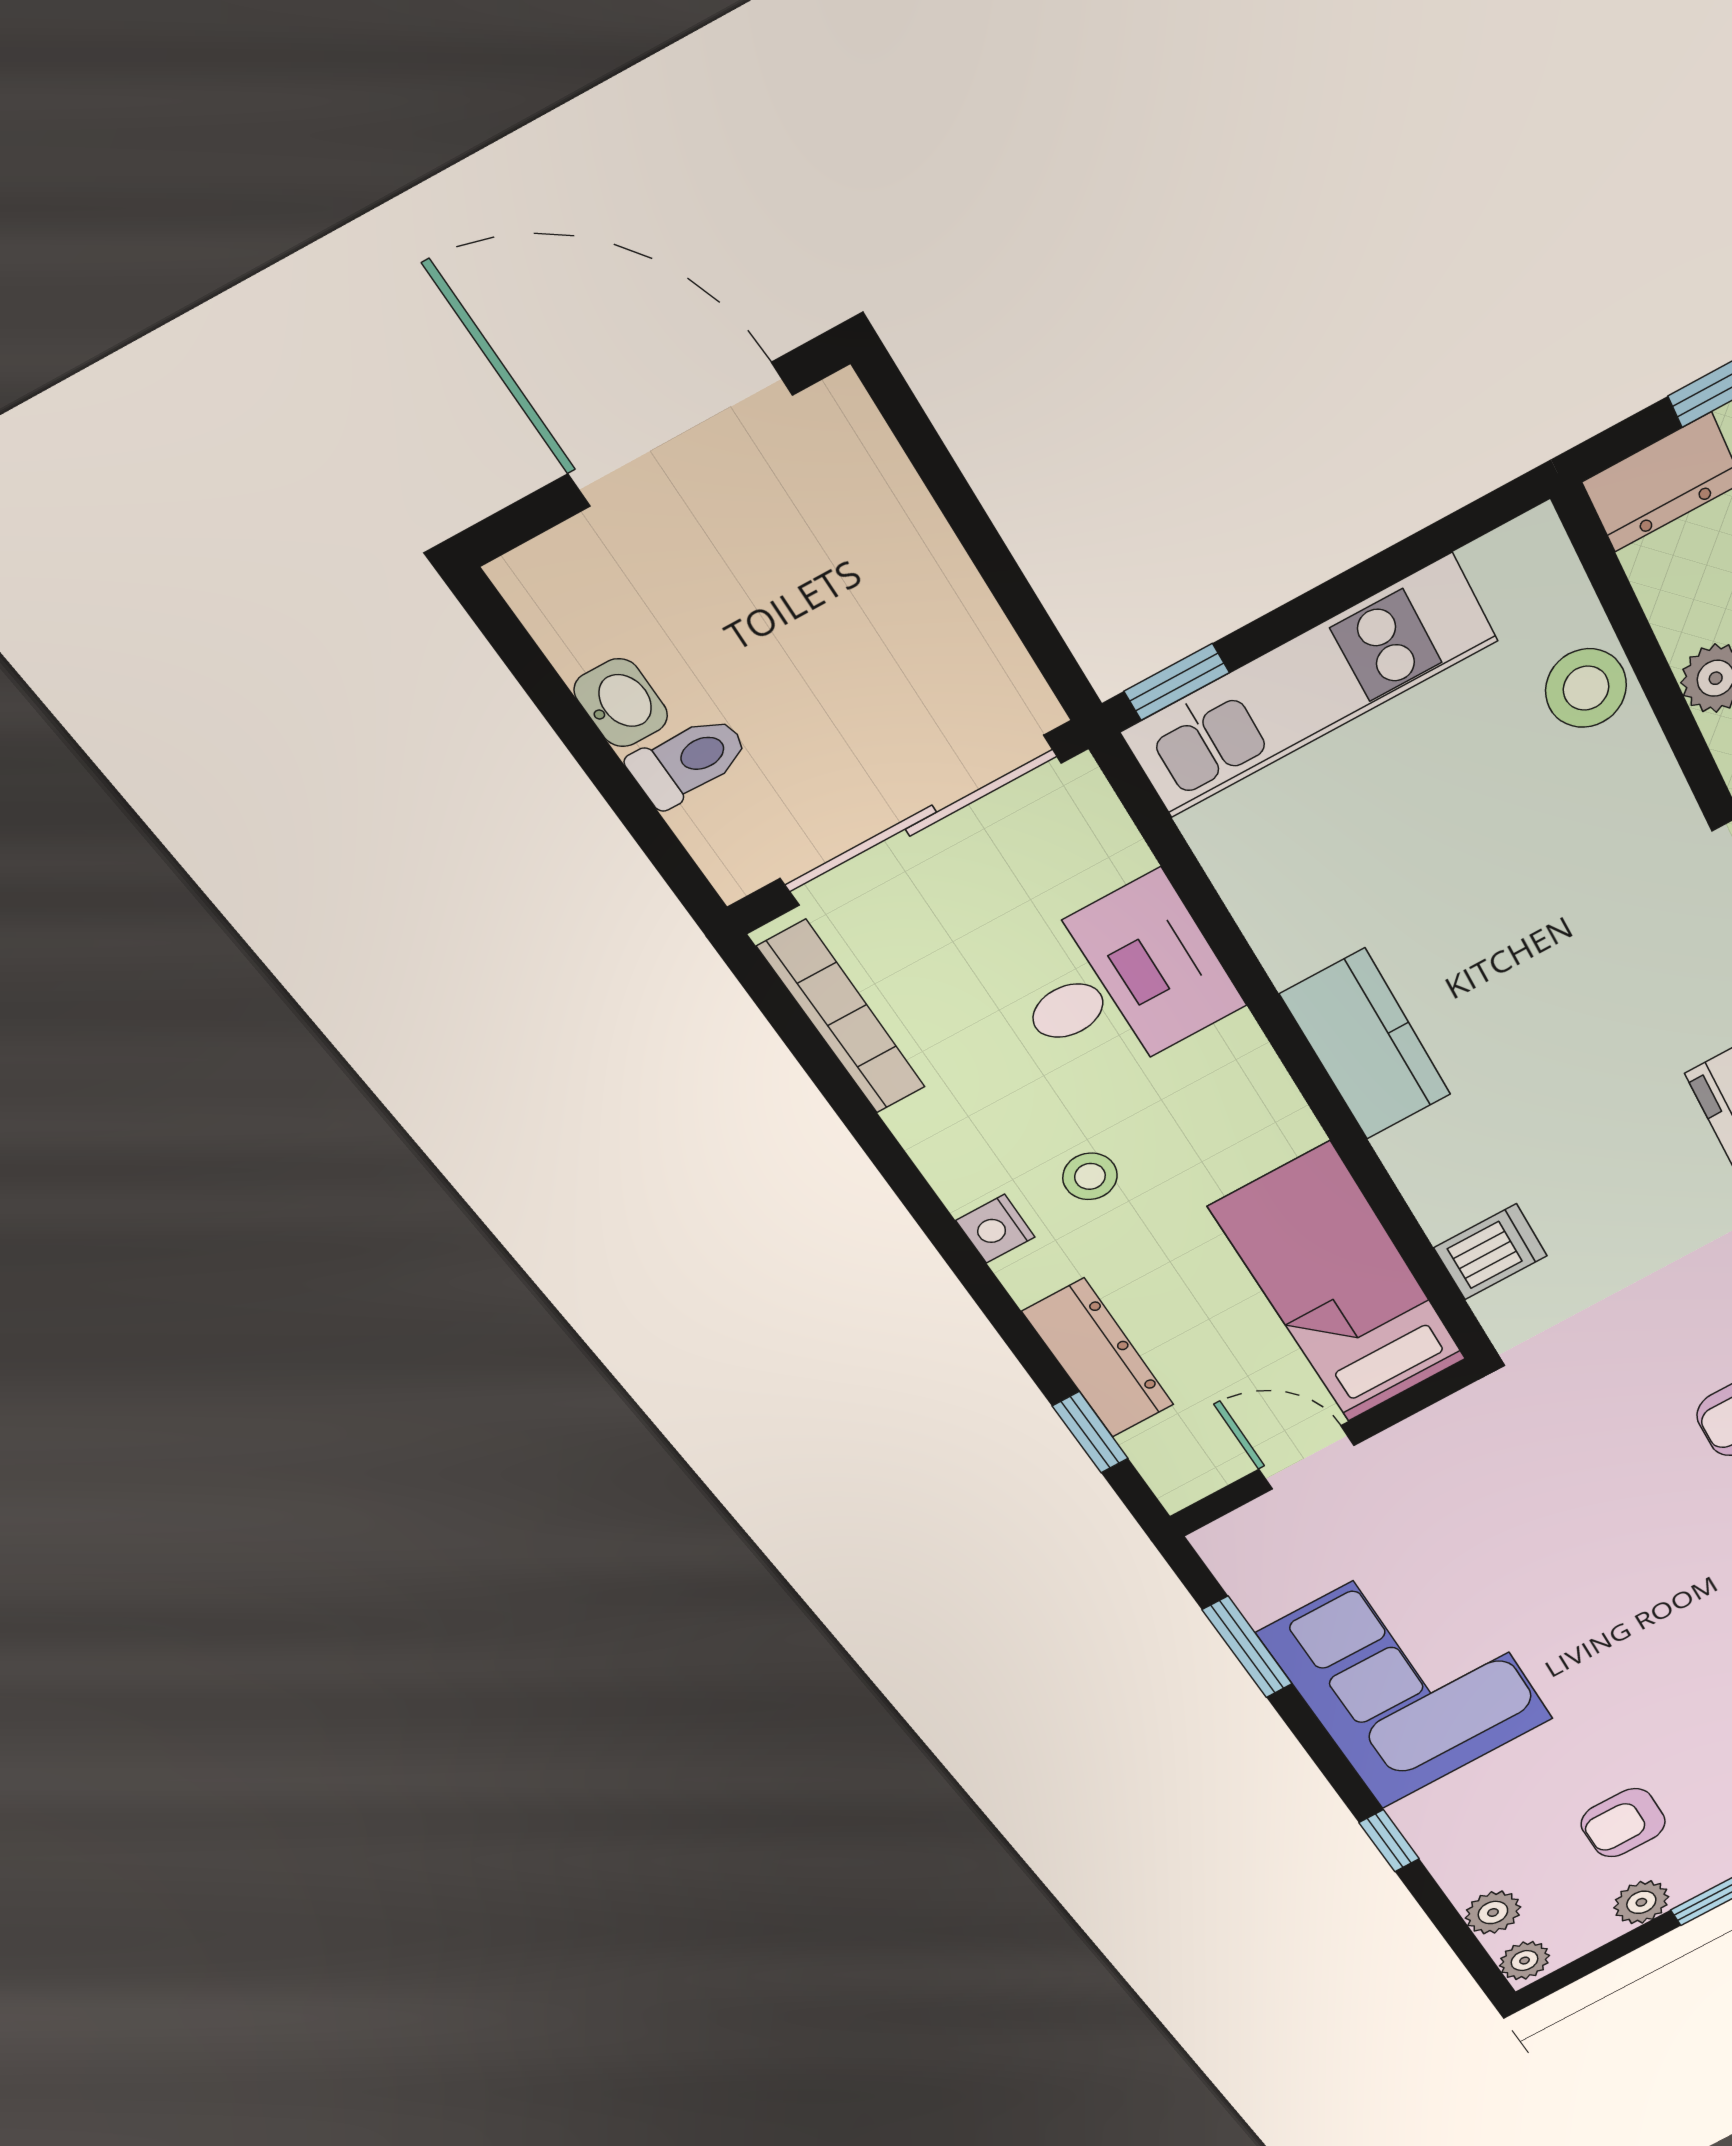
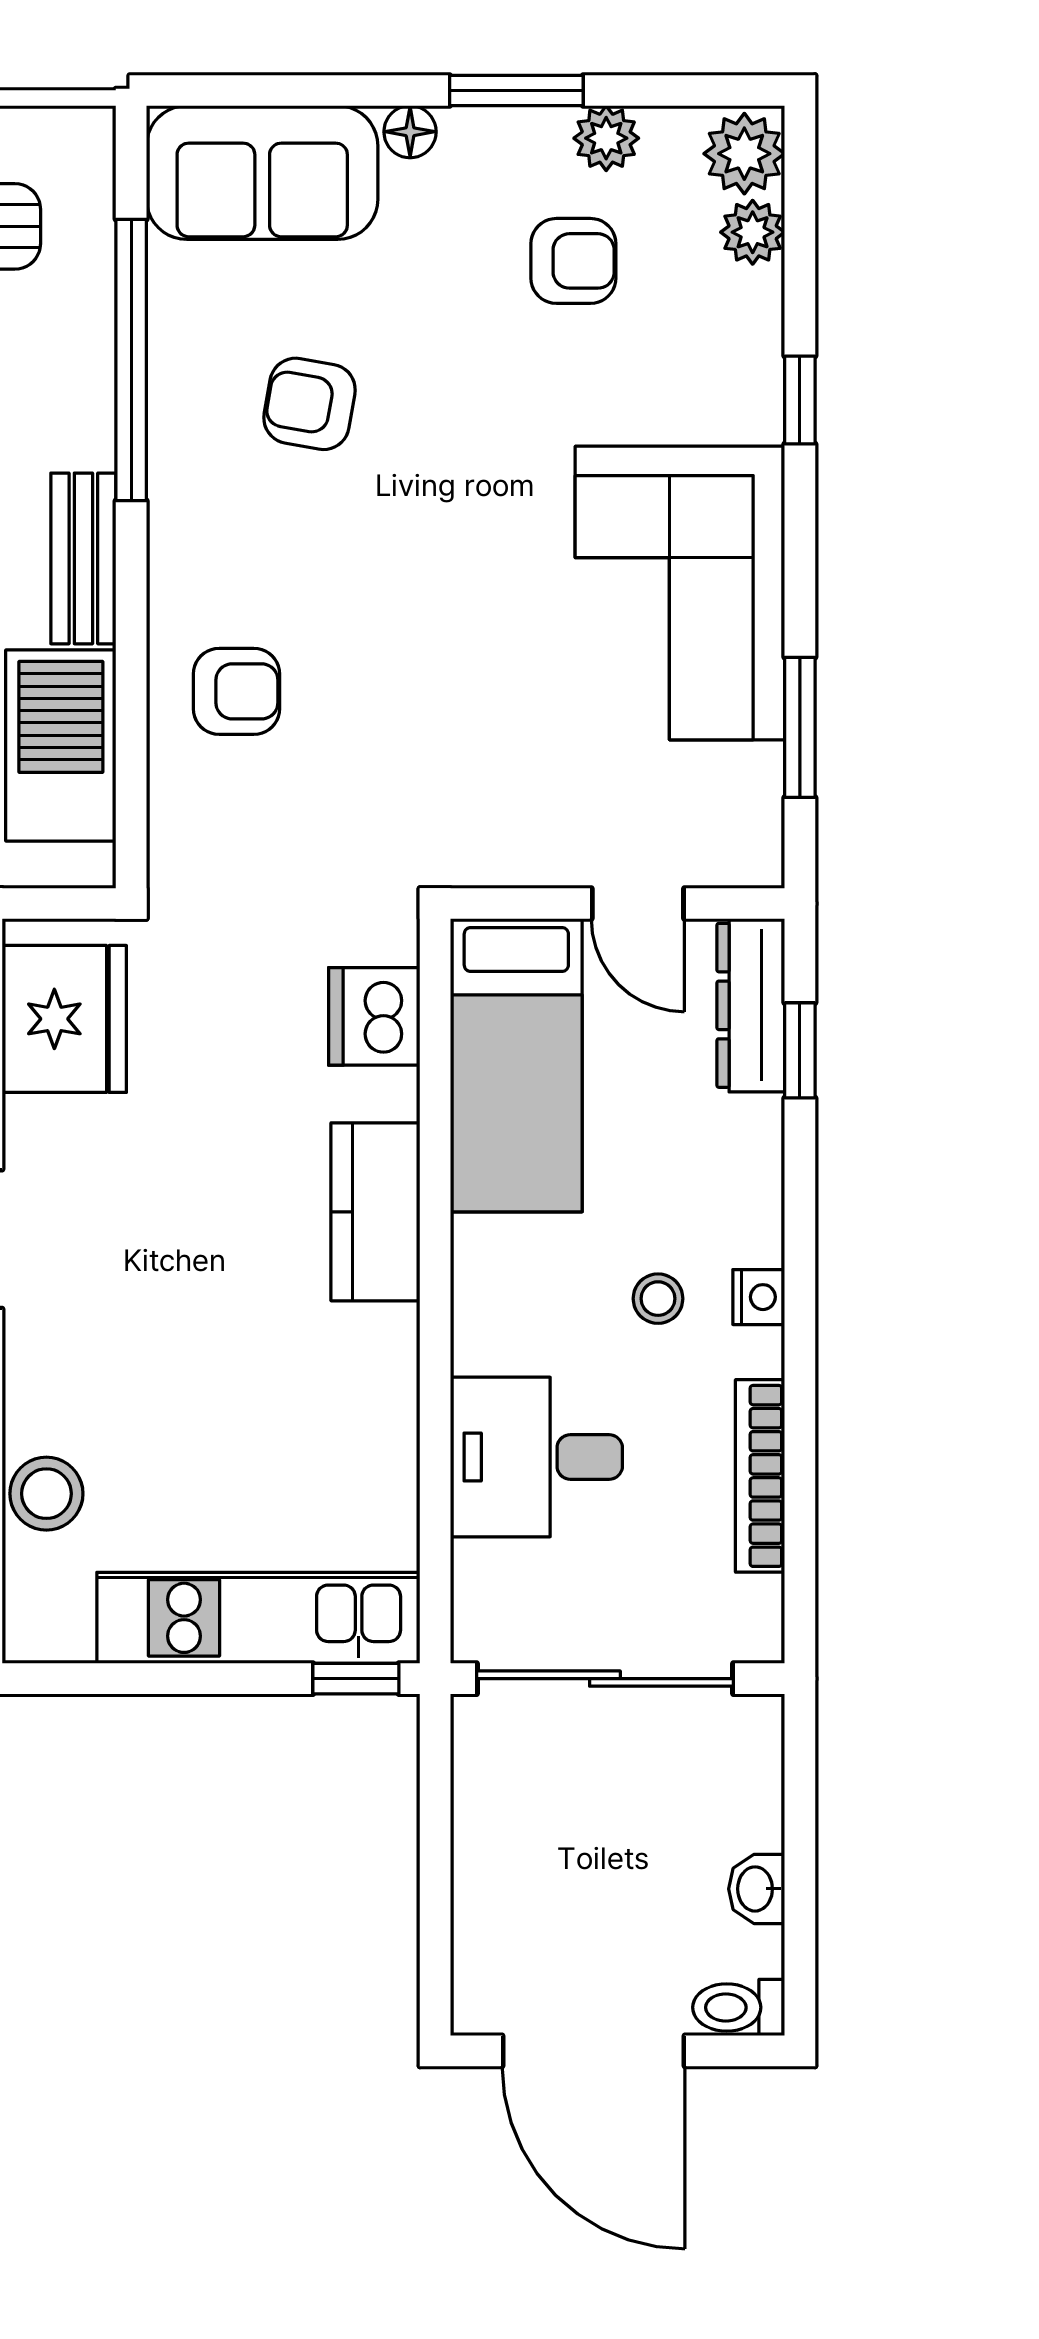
toilet: (689, 761) -> (739, 2007), moved
bookcase: (842, 1018) -> (760, 1476), moved
kitchen counter: (1366, 1045) -> (375, 1212), moved
dishwasher: (1491, 1252) -> (374, 1016), width x1.38
dresser: (1099, 1358) -> (751, 1005), moved
plant: (1525, 1961) -> (744, 154), width x1.38, depth x1.38

